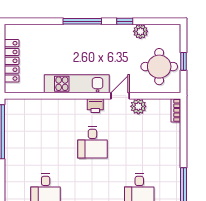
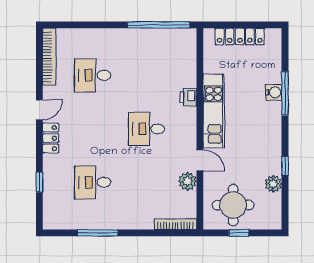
window: (82, 21) -> (285, 93), moved
water cooler: (60, 31) -> (274, 92), added
printer: (95, 106) -> (188, 97), moved
bookcase: (176, 110) -> (175, 224), width x1.56

